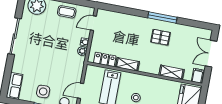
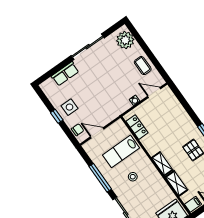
plant: (82, 51) -> (126, 105), removed
shelving: (127, 64) -> (162, 164), moved
row of seats: (14, 86) -> (65, 74), moved

